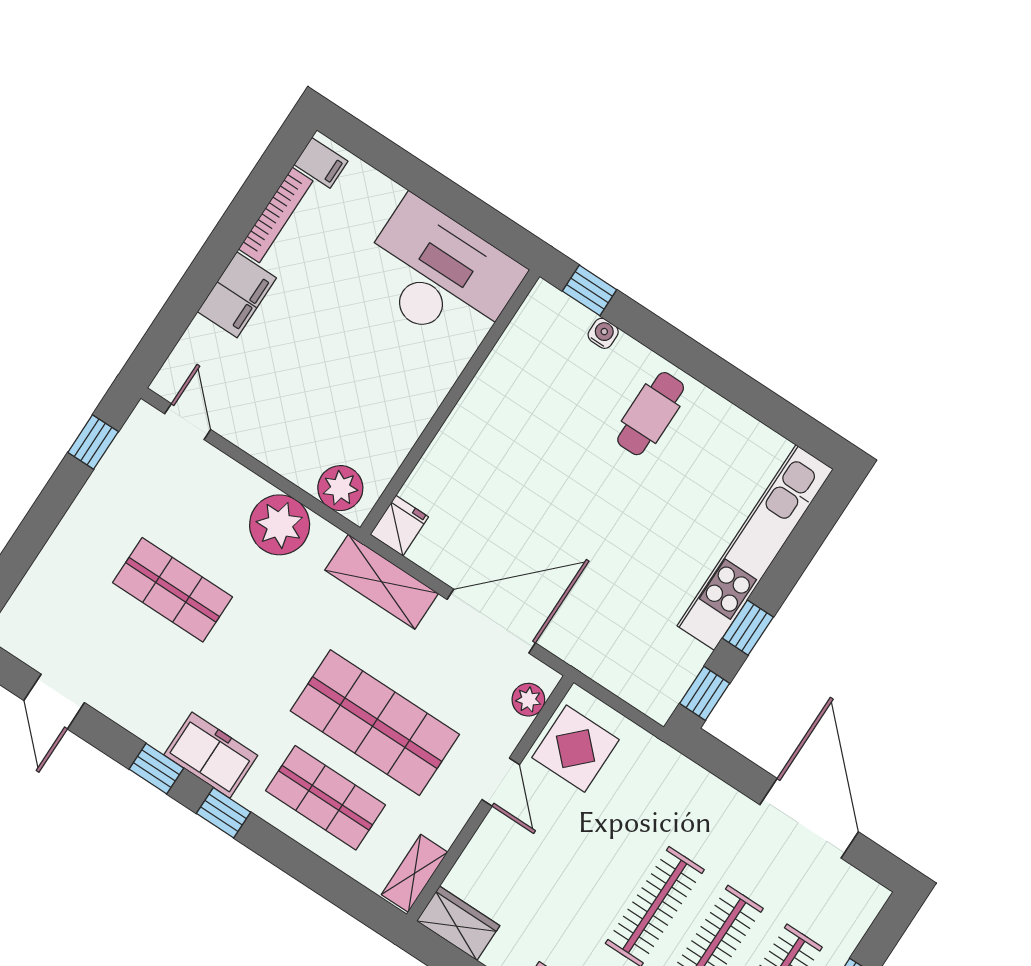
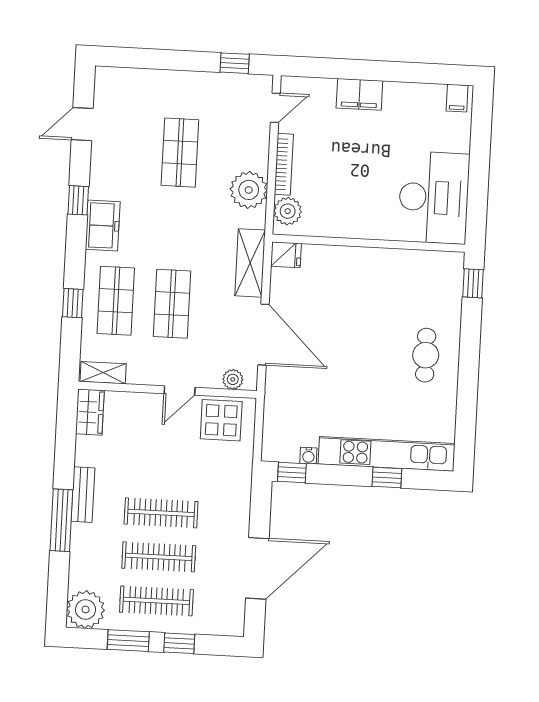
bookcase: (276, 215) -> (284, 164), moved, turned -90
water cooler: (603, 333) -> (308, 456), moved, turned 90
cafe table: (651, 414) -> (426, 355), turned 90
window: (748, 628) -> (387, 478), moved
shop shelf: (375, 723) -> (172, 304), width x0.70, depth x0.74
window: (223, 813) -> (73, 303), moved

